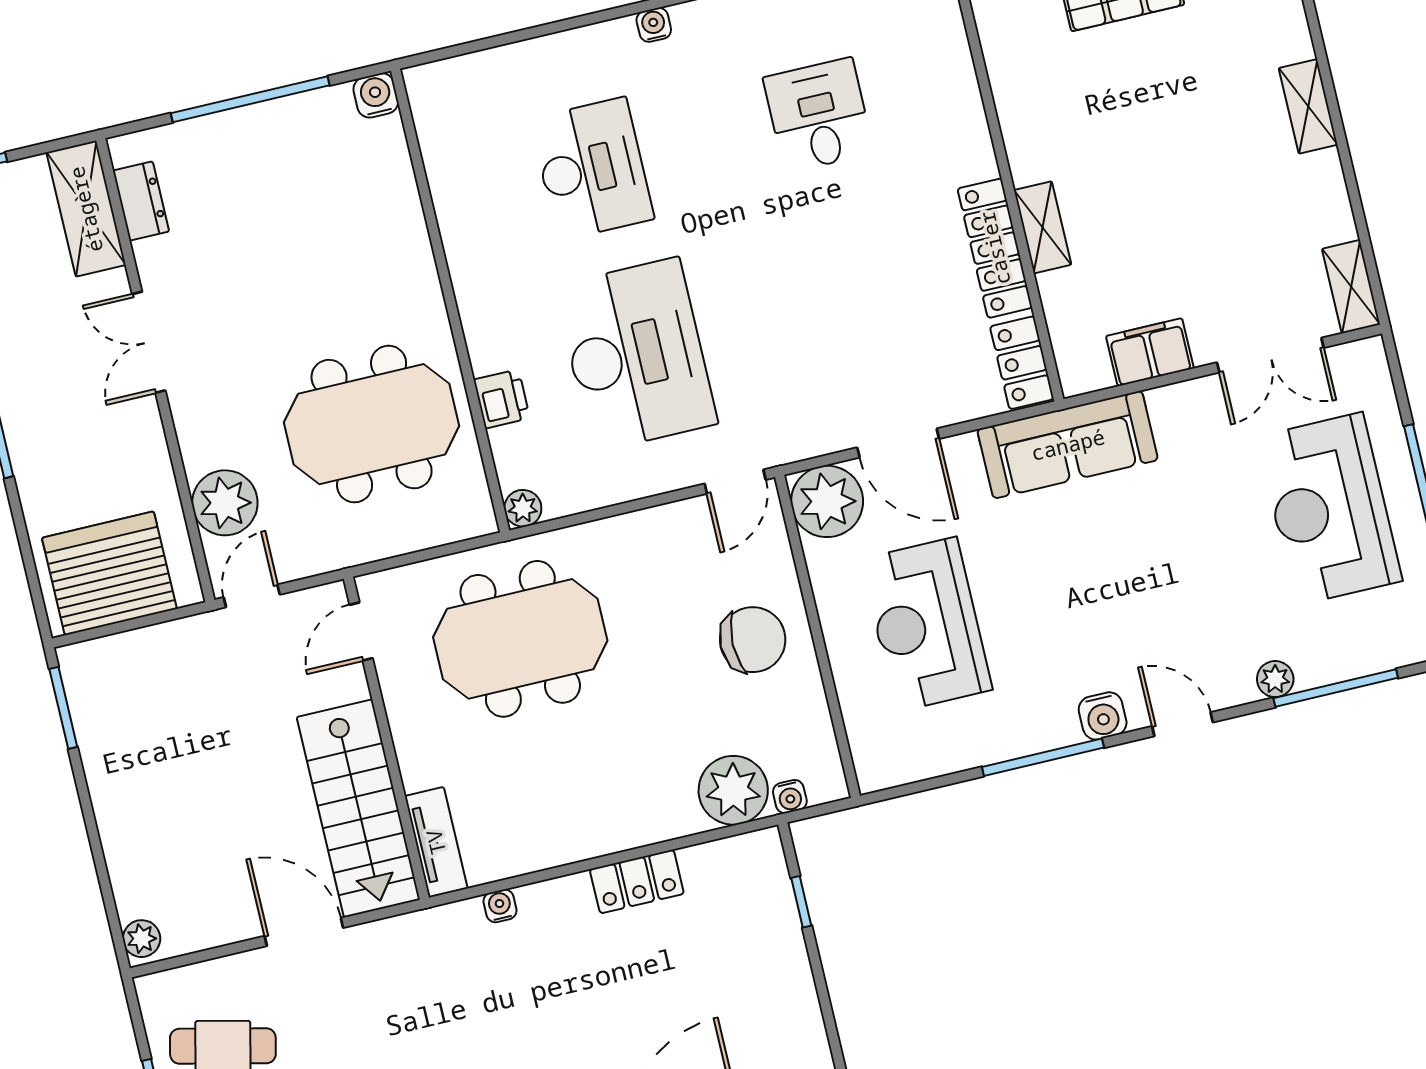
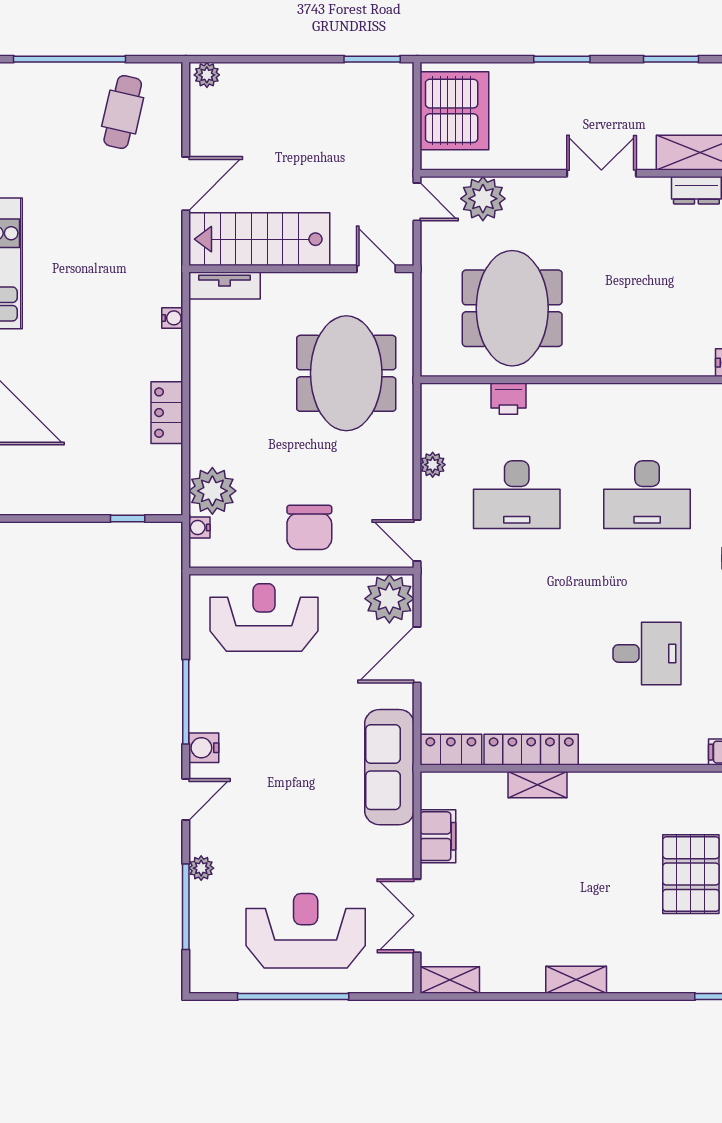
desk: (636, 355) -> (517, 495), width x0.73, depth x0.77
plant: (523, 508) -> (433, 465), moved
reception desk: (926, 624) -> (264, 617), moved

